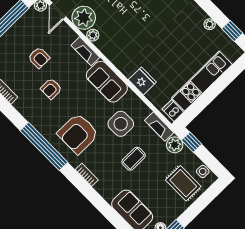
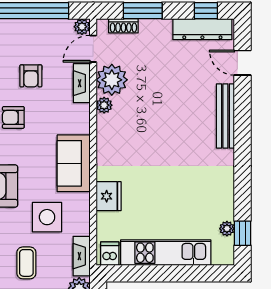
plant: (210, 24) -> (227, 229), moved
fireplace: (85, 51) -> (82, 83), moved
coffee table: (134, 159) -> (26, 263), turned 90

